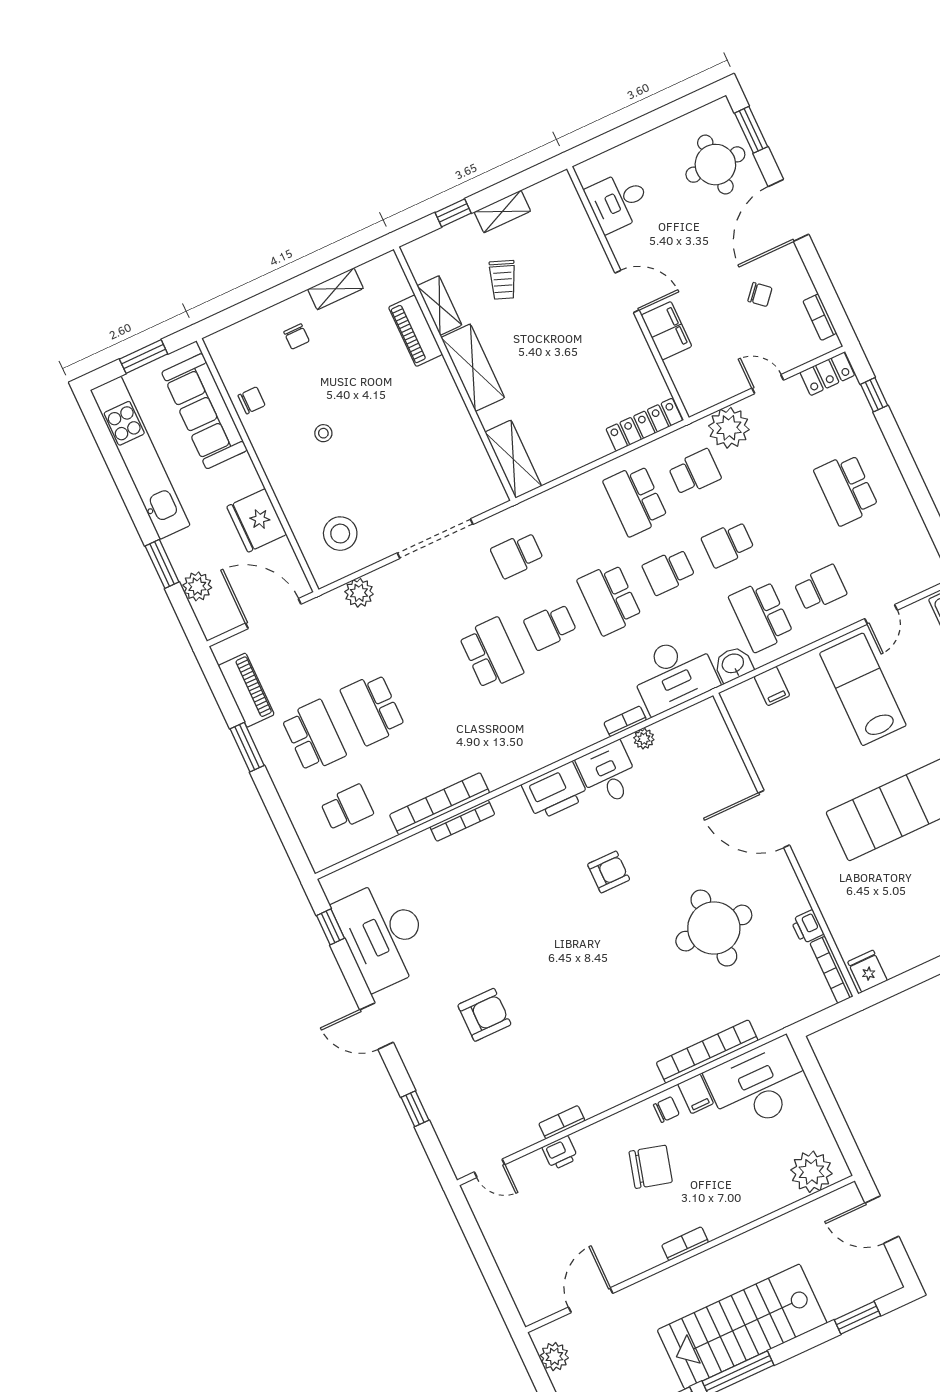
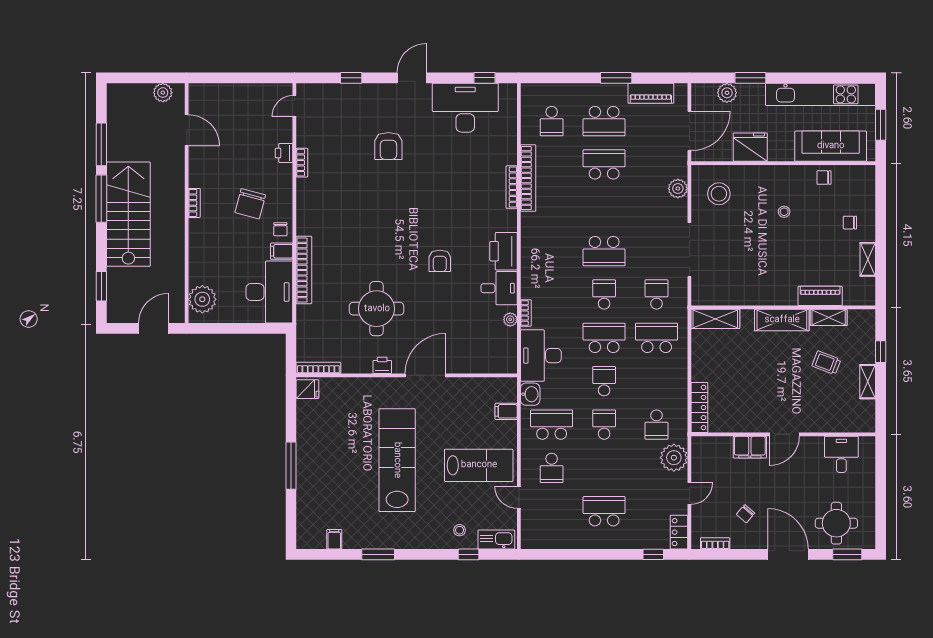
chair: (252, 400) -> (824, 178), turned 90
school desk: (635, 500) -> (657, 338), moved
printer: (807, 927) -> (382, 365), moved

